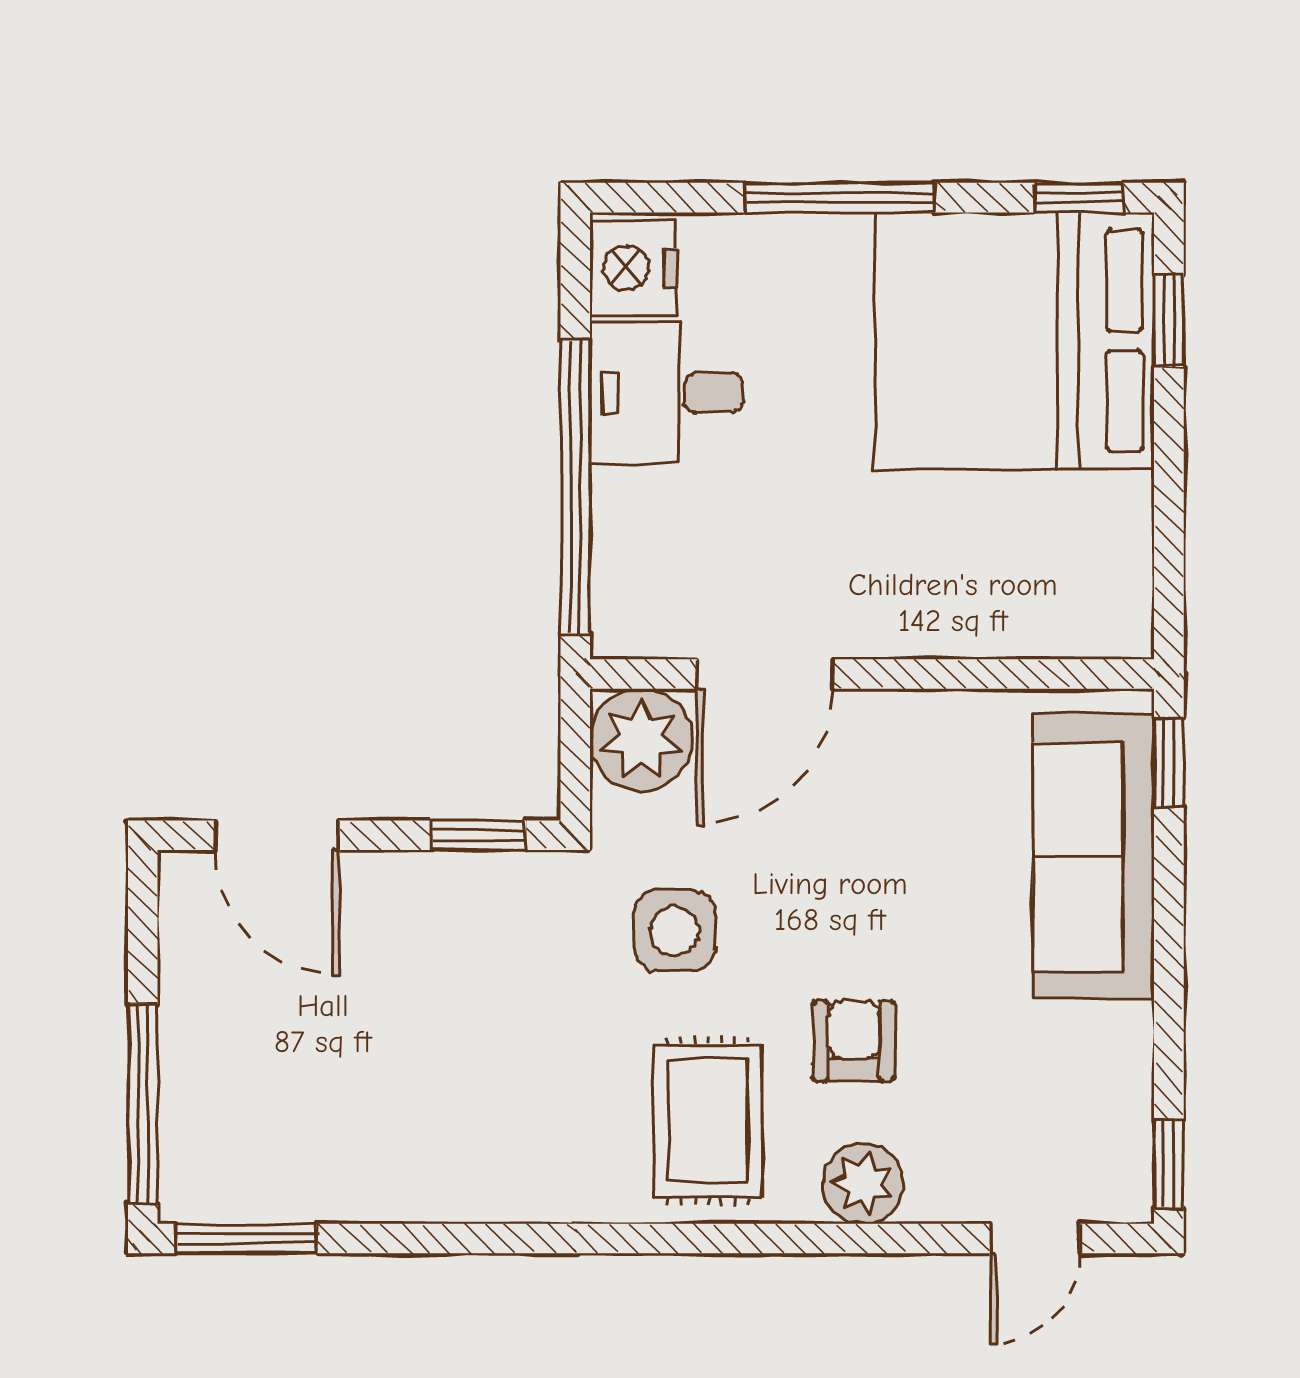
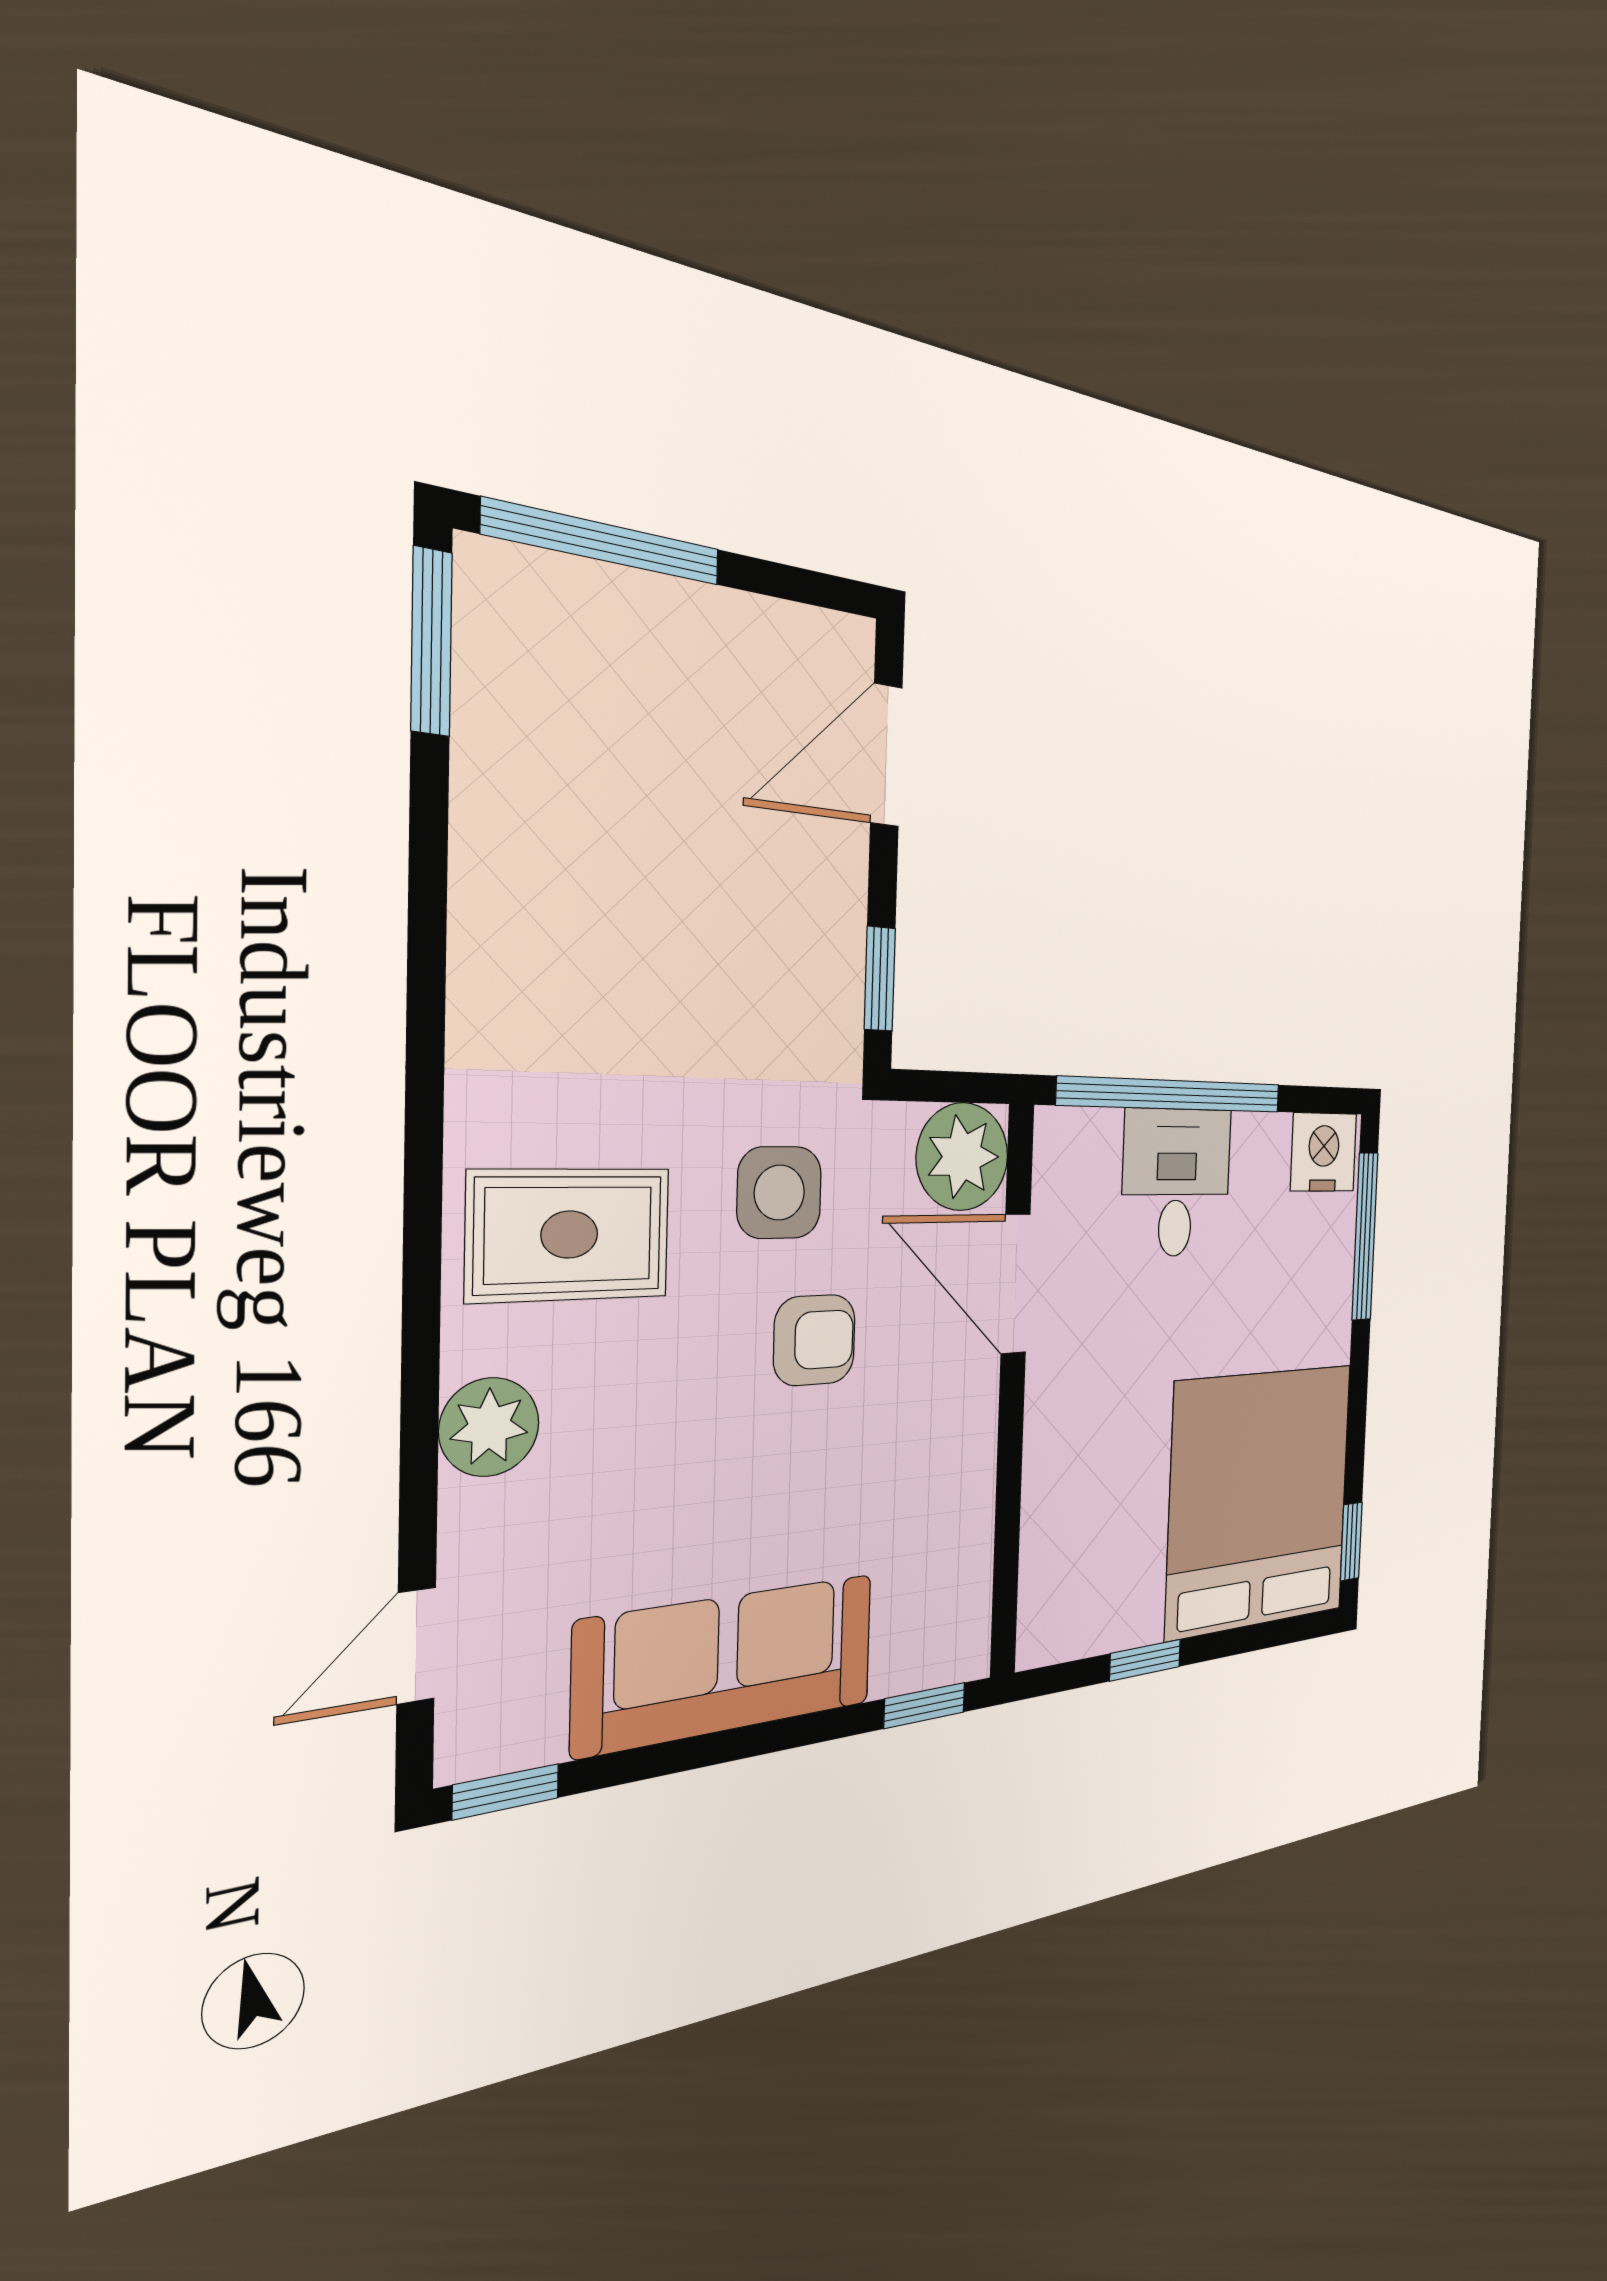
window: (839, 198) -> (1365, 1236), moved
window: (1169, 320) -> (1145, 1660), moved
desk: (666, 393) -> (1176, 1183), moved
sofa: (1094, 857) -> (728, 1663), moved
armchair: (854, 1041) -> (815, 1340), moved
door: (1035, 1238) -> (416, 1646), hinge flipped

